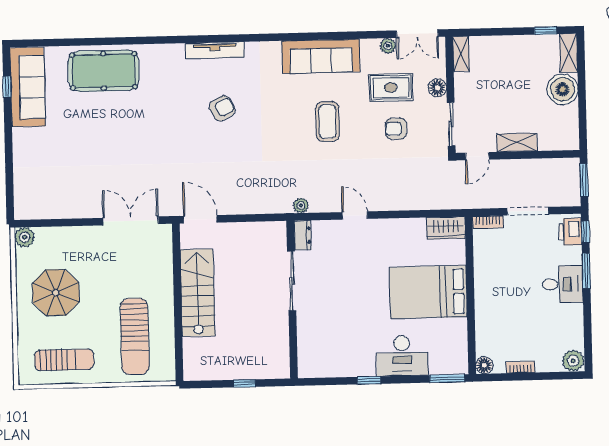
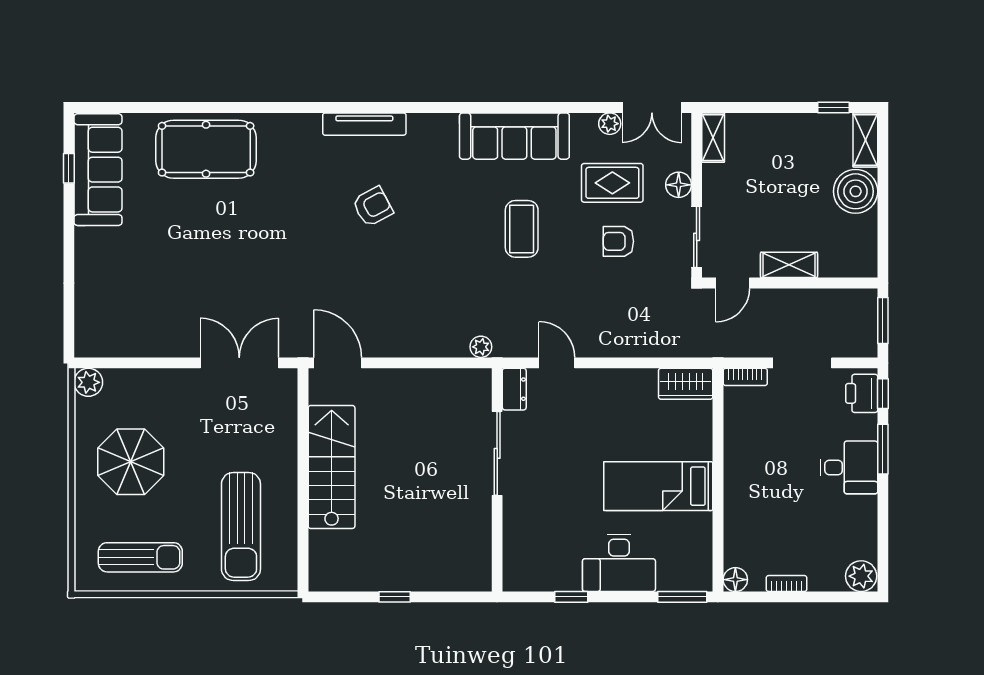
dresser: (303, 235) -> (514, 389), moved
sliding door: (292, 281) -> (497, 453), moved
bed: (428, 292) -> (658, 486), width x0.67
wall: (292, 300) -> (497, 480), moved

